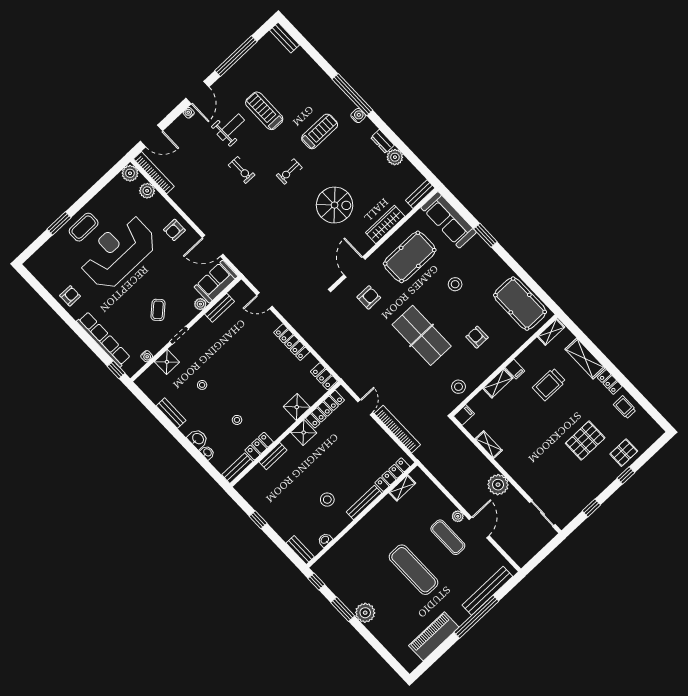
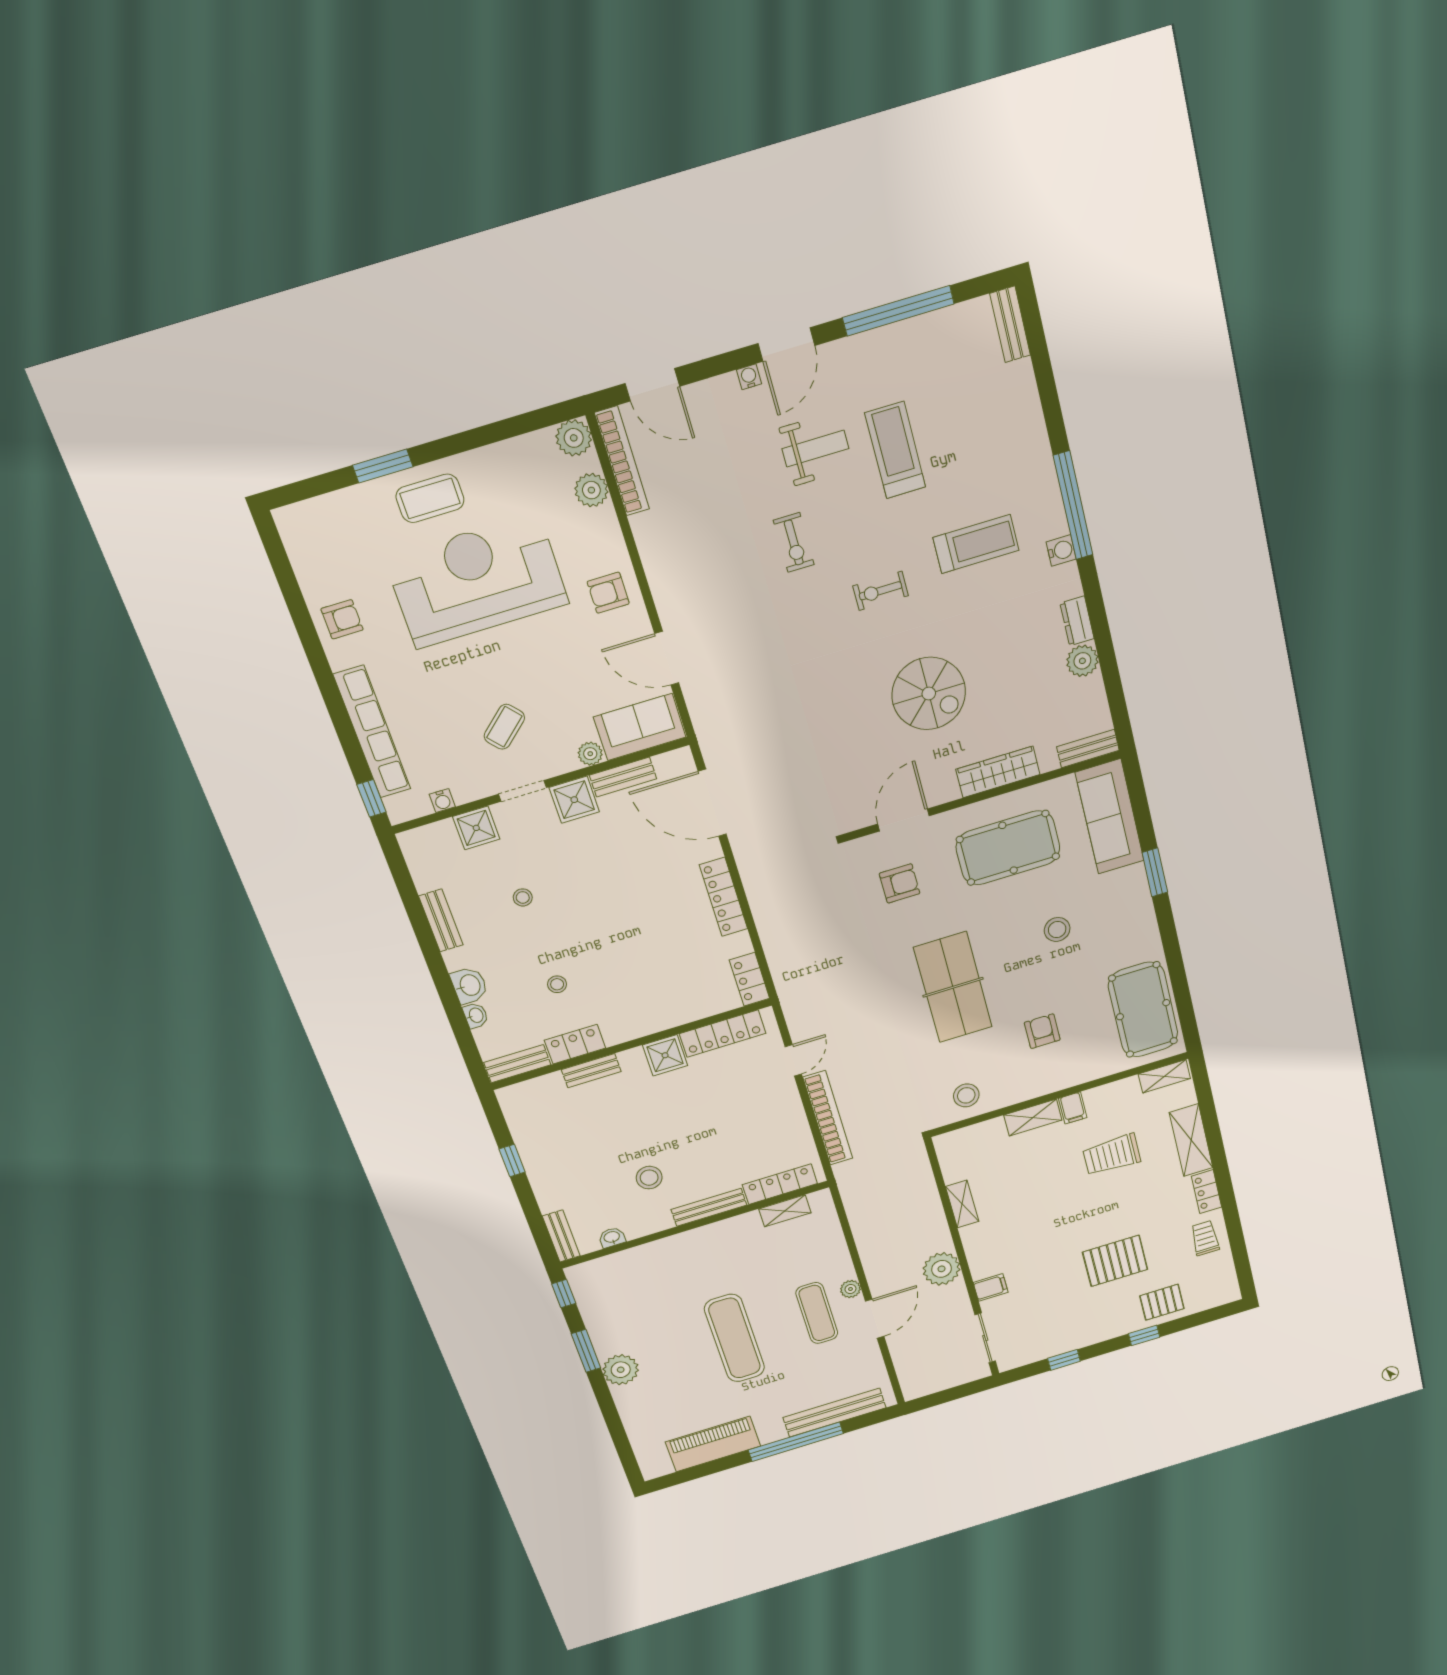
door: (265, 301) -> (712, 803), width x1.88
shower: (297, 407) -> (574, 800), moved
filing cabinet: (464, 415) -> (991, 1287), moved

